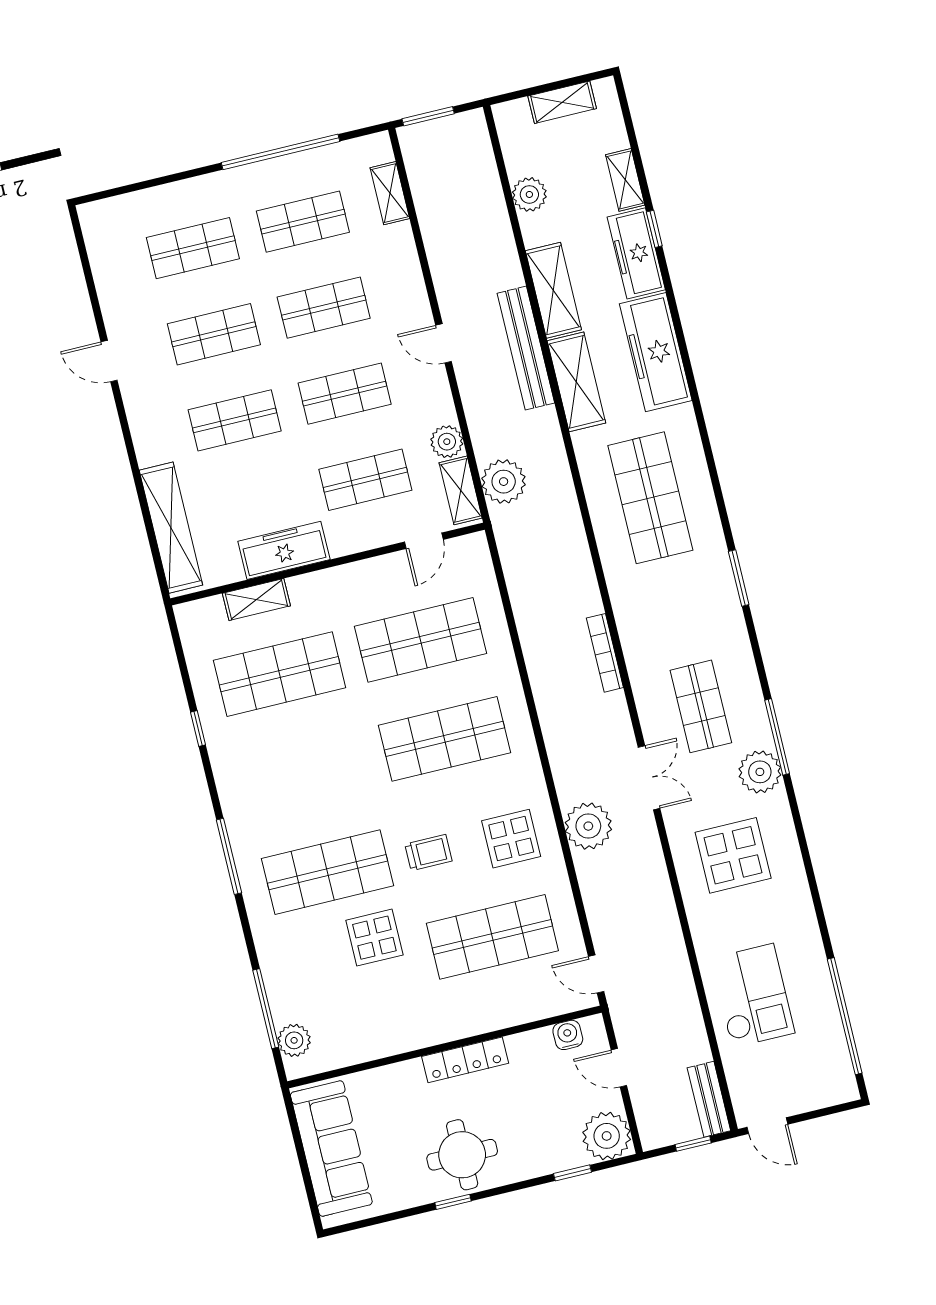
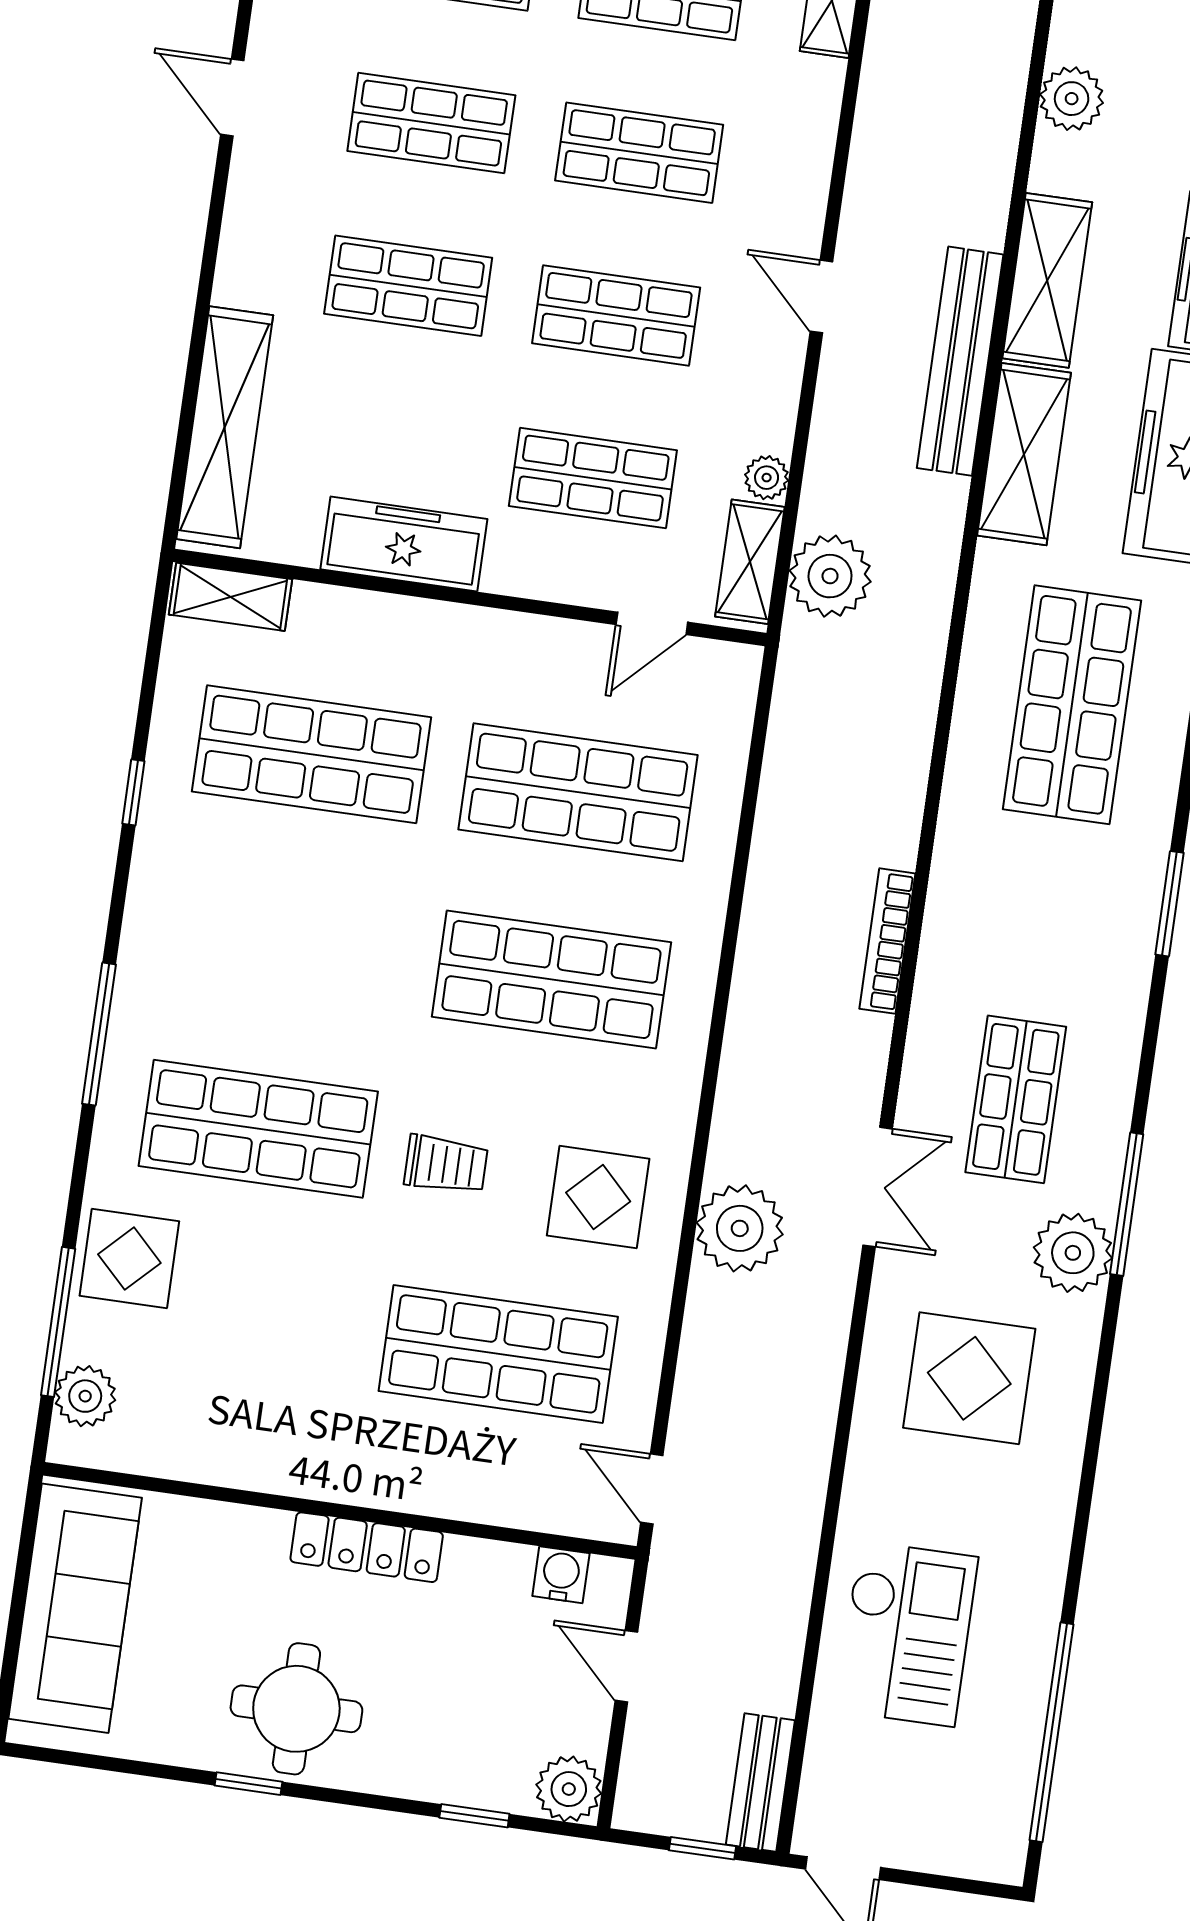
plant: (447, 442) -> (767, 478), width x0.73, depth x0.73
shelving: (256, 600) -> (230, 597), moved
display table: (374, 938) -> (129, 1259), moved
plant: (607, 1136) -> (569, 1789), width x0.73, depth x0.73

